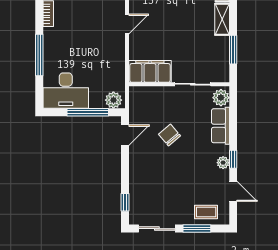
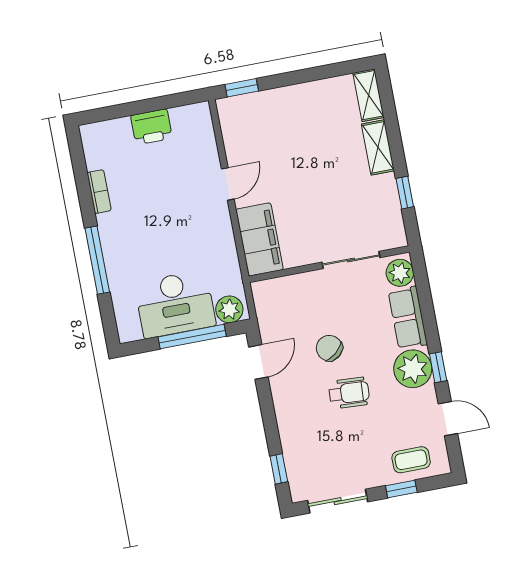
window: (233, 50) -> (405, 193), width x0.67
filing cabinet: (150, 71) -> (259, 239), moved, turned 90
desk: (66, 91) -> (175, 304), moved
plant: (223, 163) -> (413, 369), width x1.87, depth x1.87
wheelchair: (176, 164) -> (349, 393), added
window: (197, 229) -> (401, 489), width x0.67

